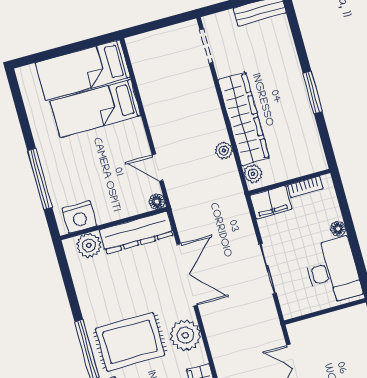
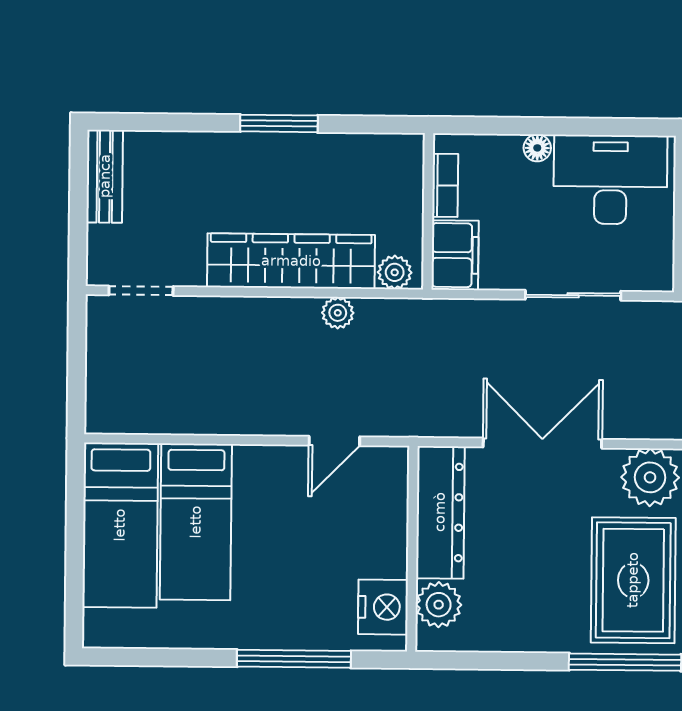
floor lamp: (157, 202) -> (395, 460), removed

